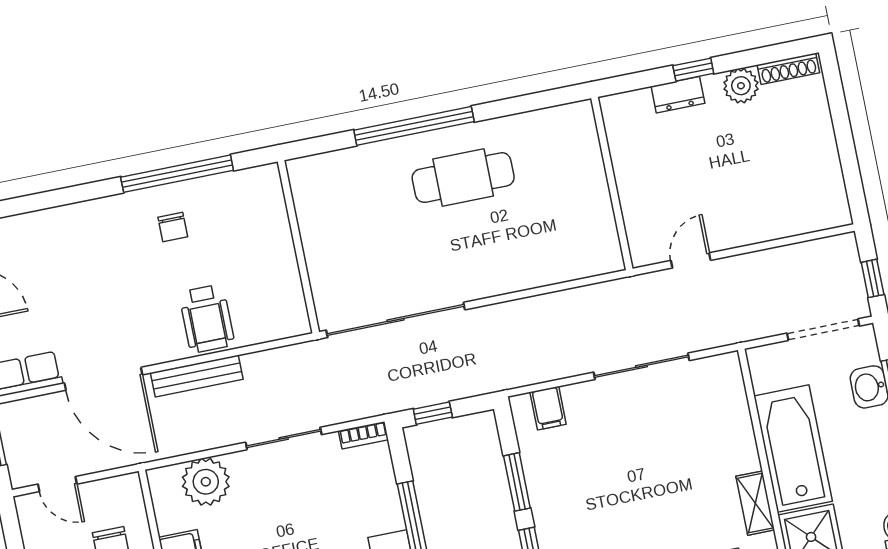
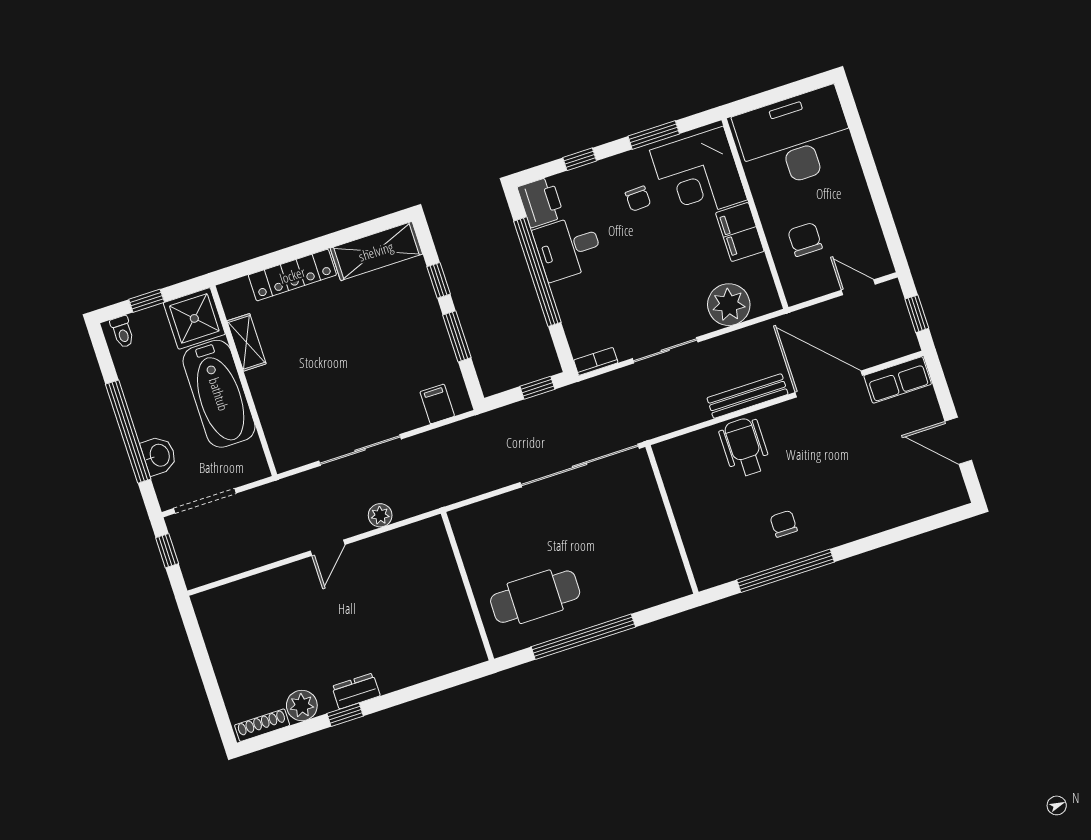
wall: (612, 184) -> (467, 586), moved
plant: (627, 290) -> (380, 515), added

